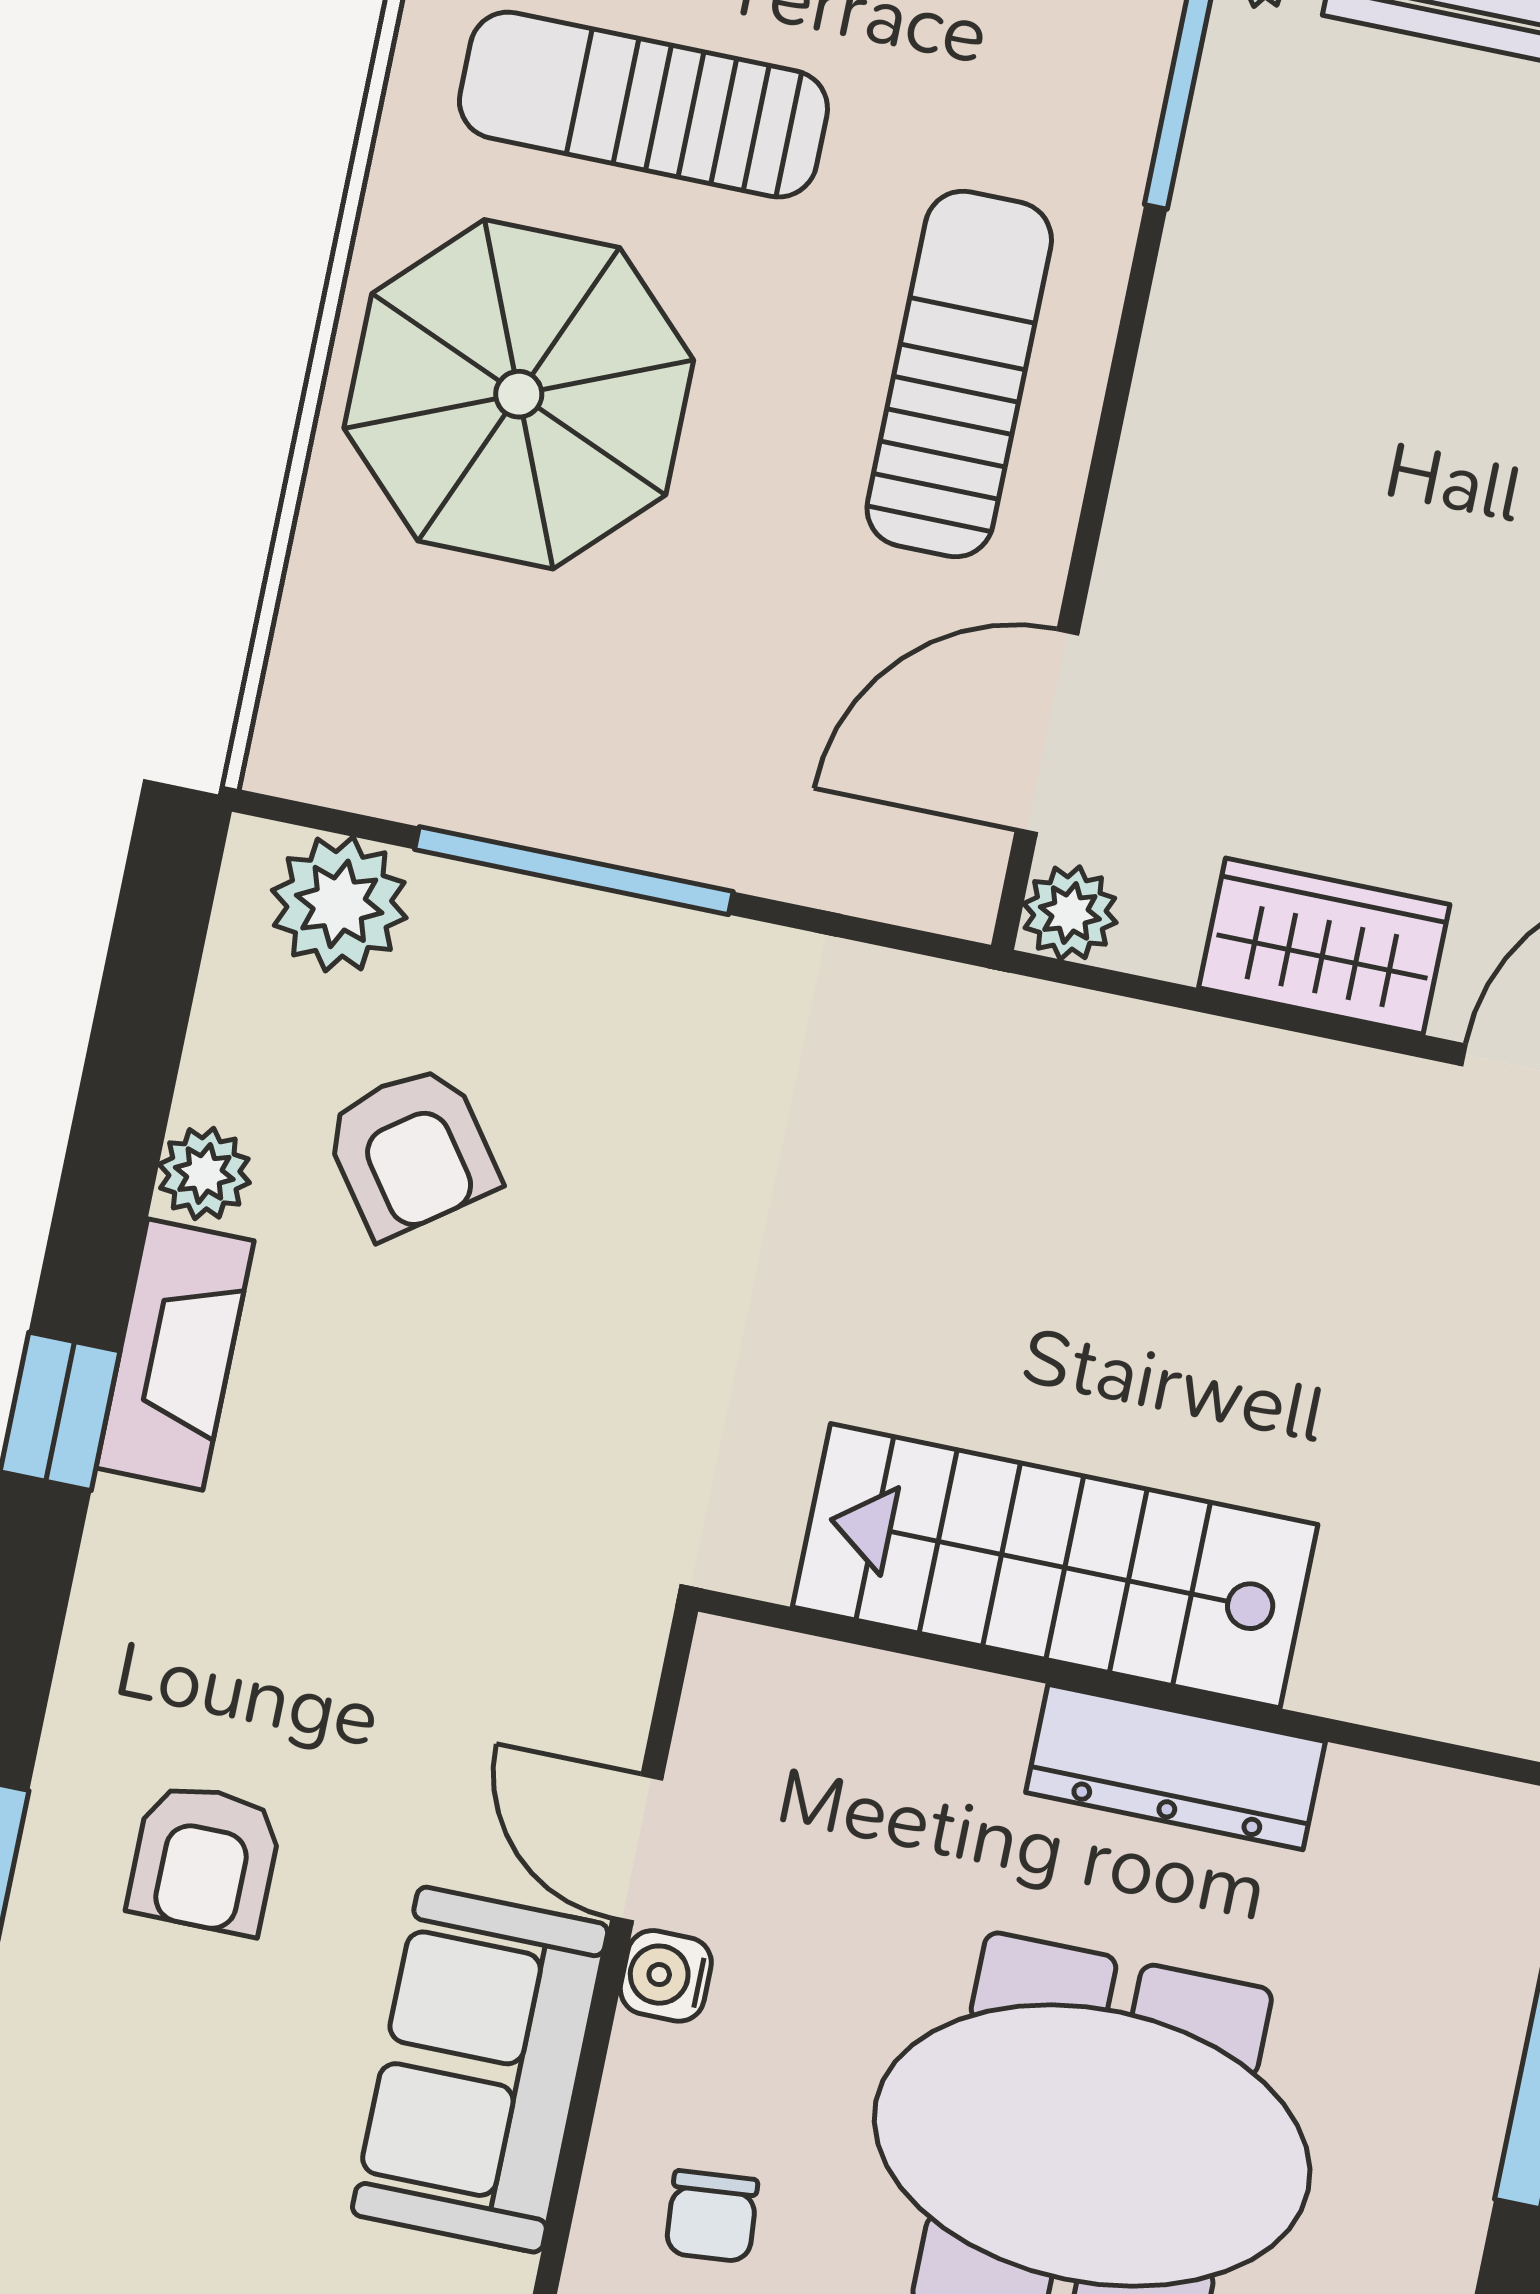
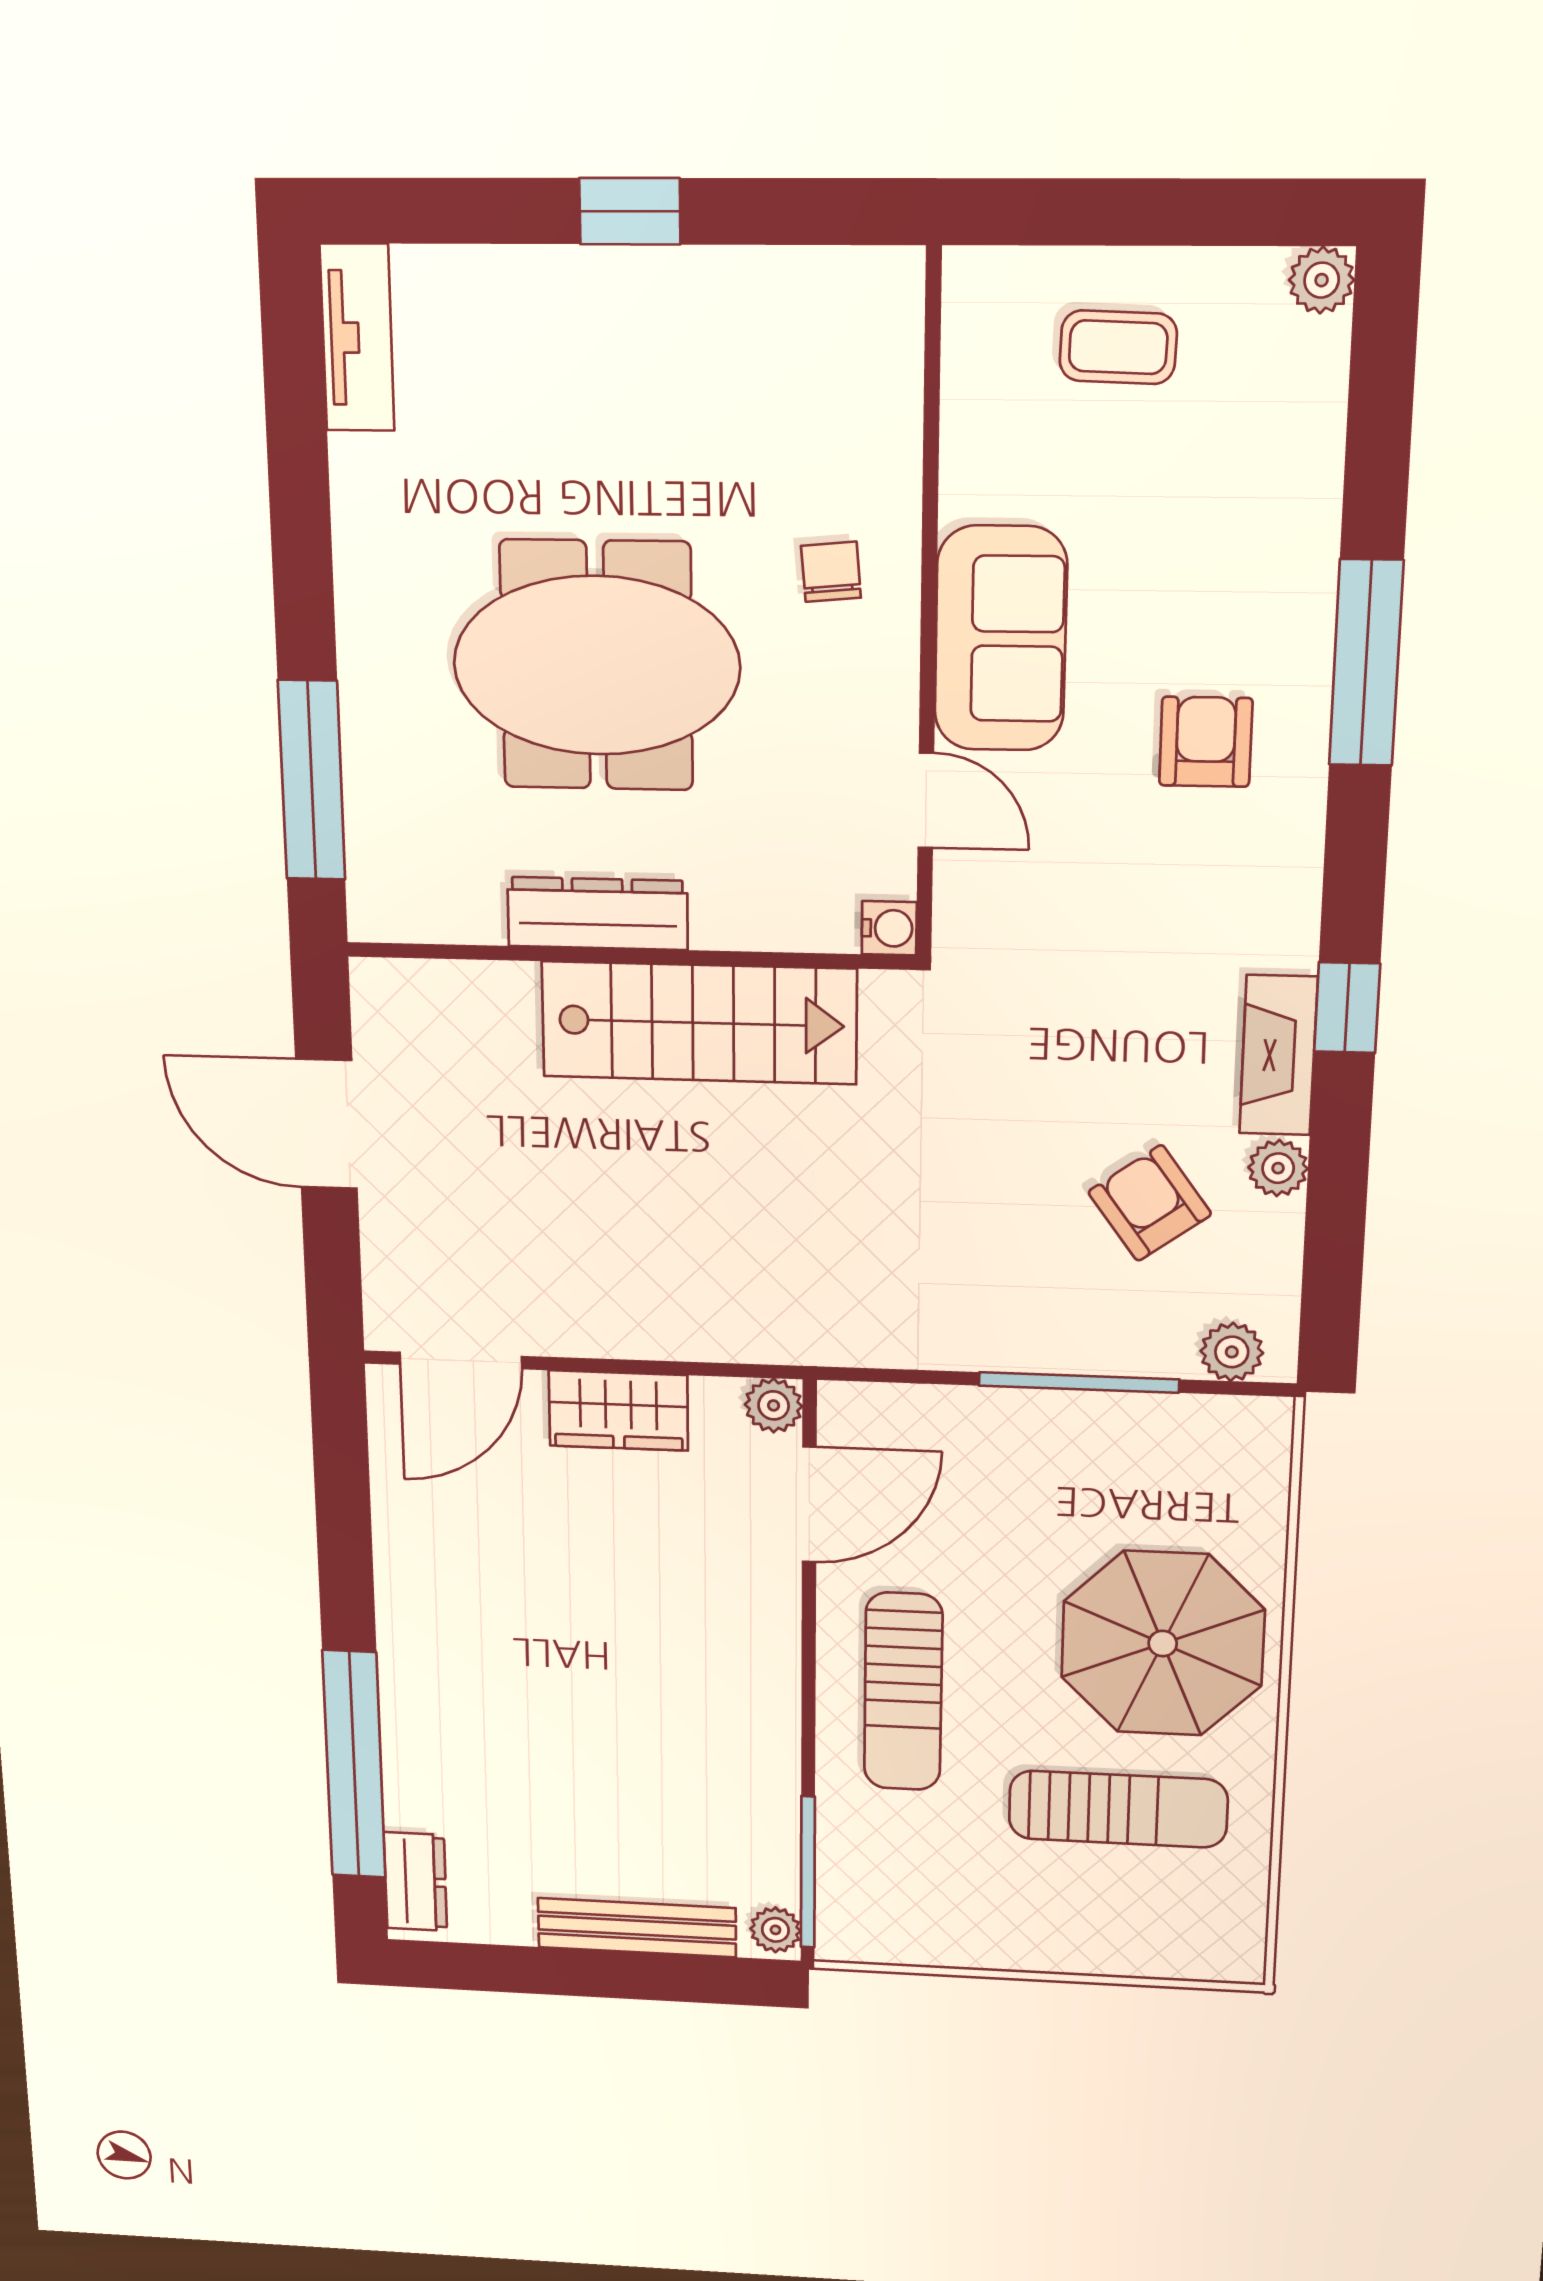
plant: (339, 904) -> (1232, 1352), width x0.73, depth x0.73
water cooler: (666, 1976) -> (889, 928), moved

